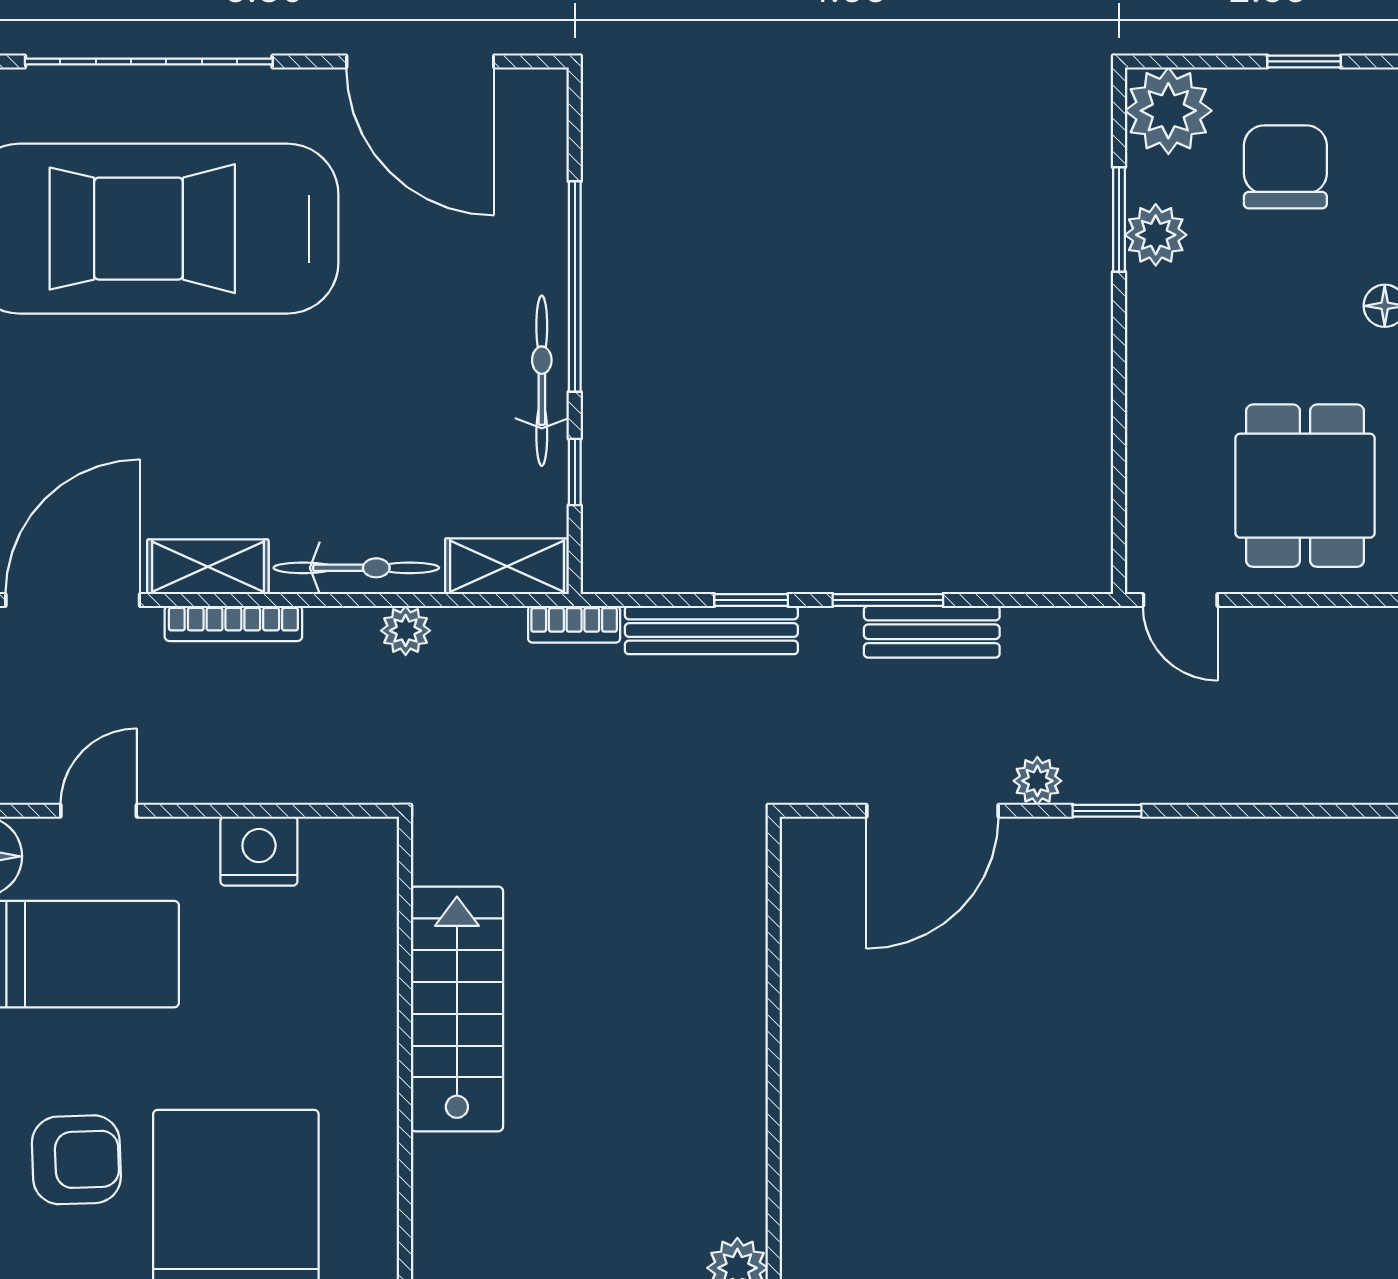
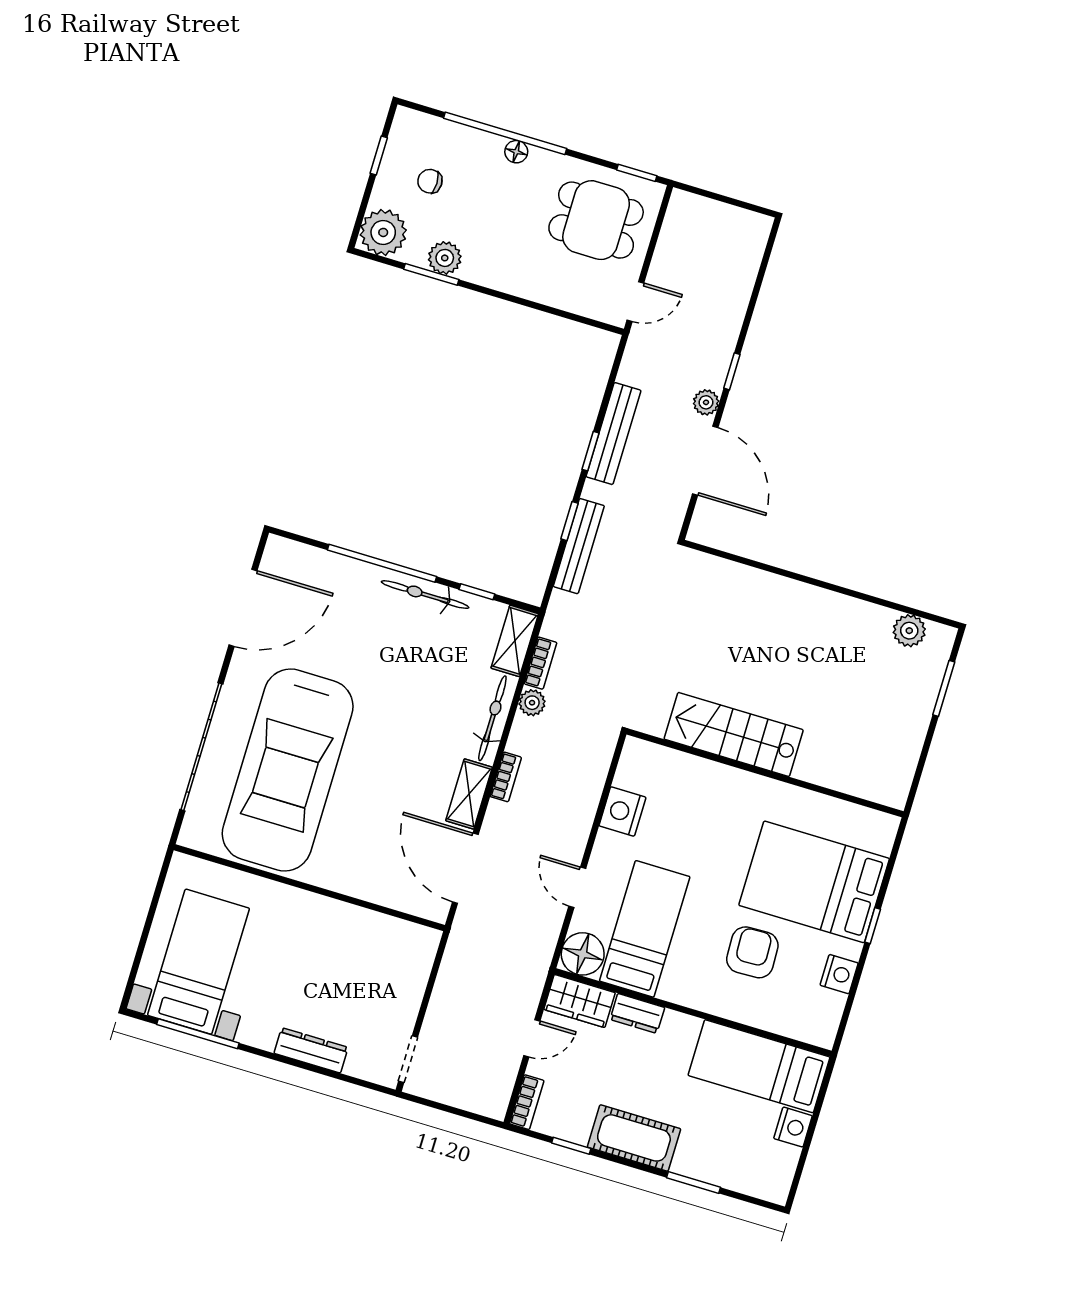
chair: (1285, 167) -> (430, 181), width x0.54, depth x0.54
window: (888, 600) -> (590, 451), width x0.67
bookcase: (233, 623) -> (506, 777), width x0.64
bookcase: (574, 624) -> (540, 663), moved
bench: (932, 632) -> (614, 434), width x1.36

